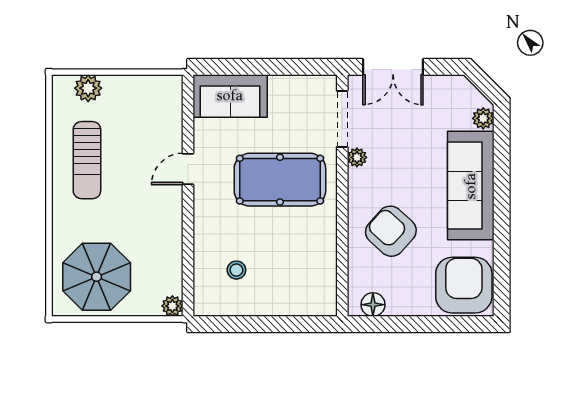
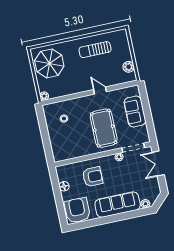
plant: (88, 88) -> (129, 67), moved
sofa: (230, 96) -> (135, 112), moved
armchair: (391, 231) -> (93, 177), turned 48
armchair: (464, 285) -> (77, 210), turned -90
floor lamp: (373, 305) -> (64, 186), moved

